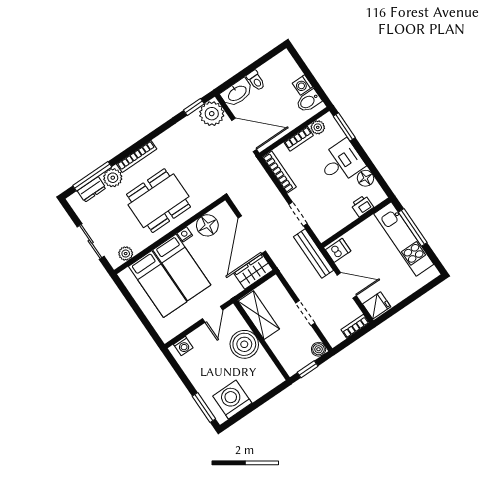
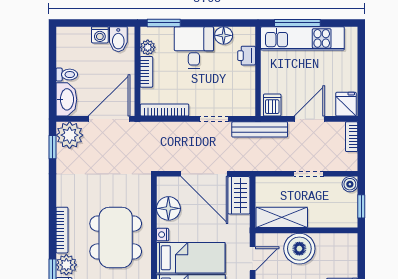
door: (213, 314) -> (253, 259), hinge flipped

